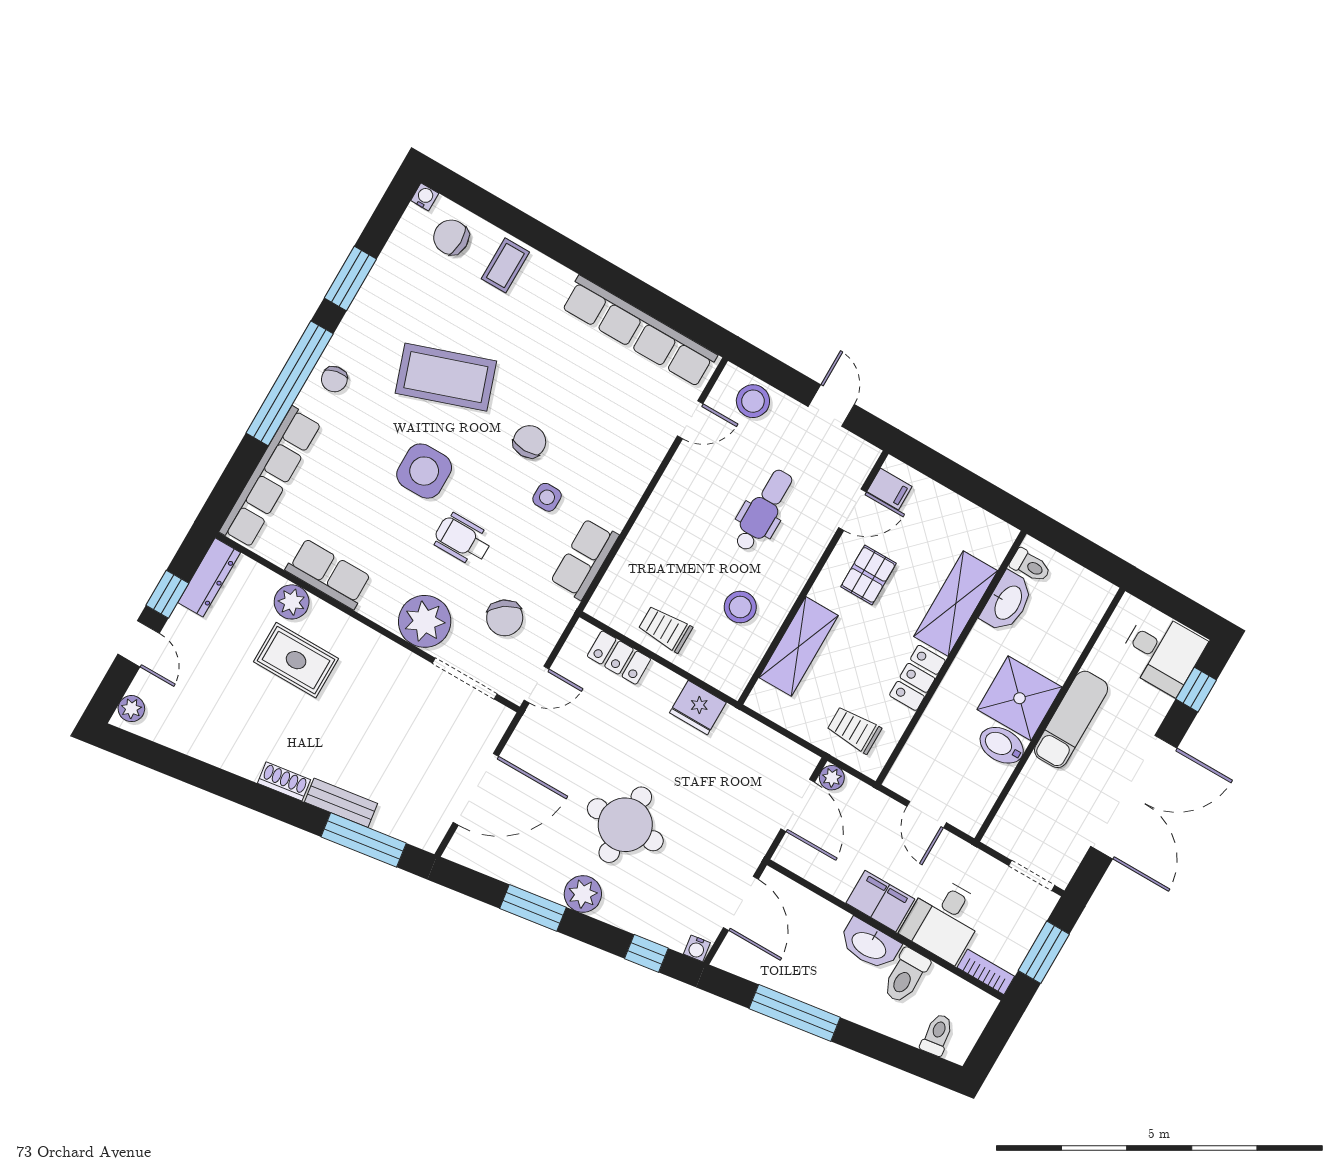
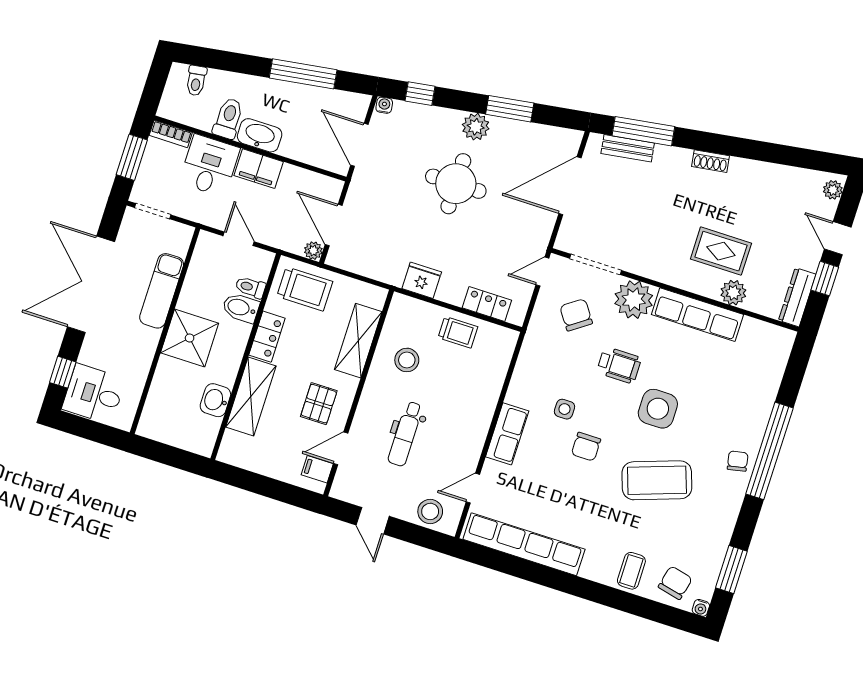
chair: (451, 237) -> (675, 583), turned -77
window: (350, 278) -> (731, 570), moved
row of seats: (270, 477) -> (769, 380), removed
row of seats: (584, 559) -> (507, 434), moved
toilet: (1030, 566) -> (250, 287), moved
row of seats: (329, 574) -> (697, 315), width x1.48
washbasin: (1007, 602) -> (215, 400), width x0.72
exam couch: (1071, 719) -> (162, 291), moved
trolley: (854, 730) -> (305, 289), width x1.36, depth x1.39
bidet: (1002, 745) -> (241, 308), moved, turned 180
bench: (341, 803) -> (628, 148), moved

